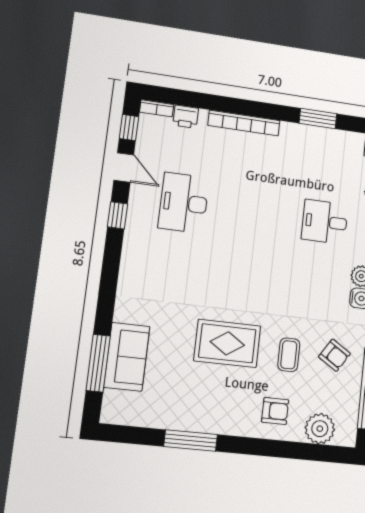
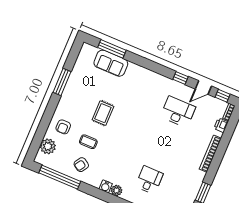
rug: (227, 343) -> (103, 113), width x0.73, depth x0.70

